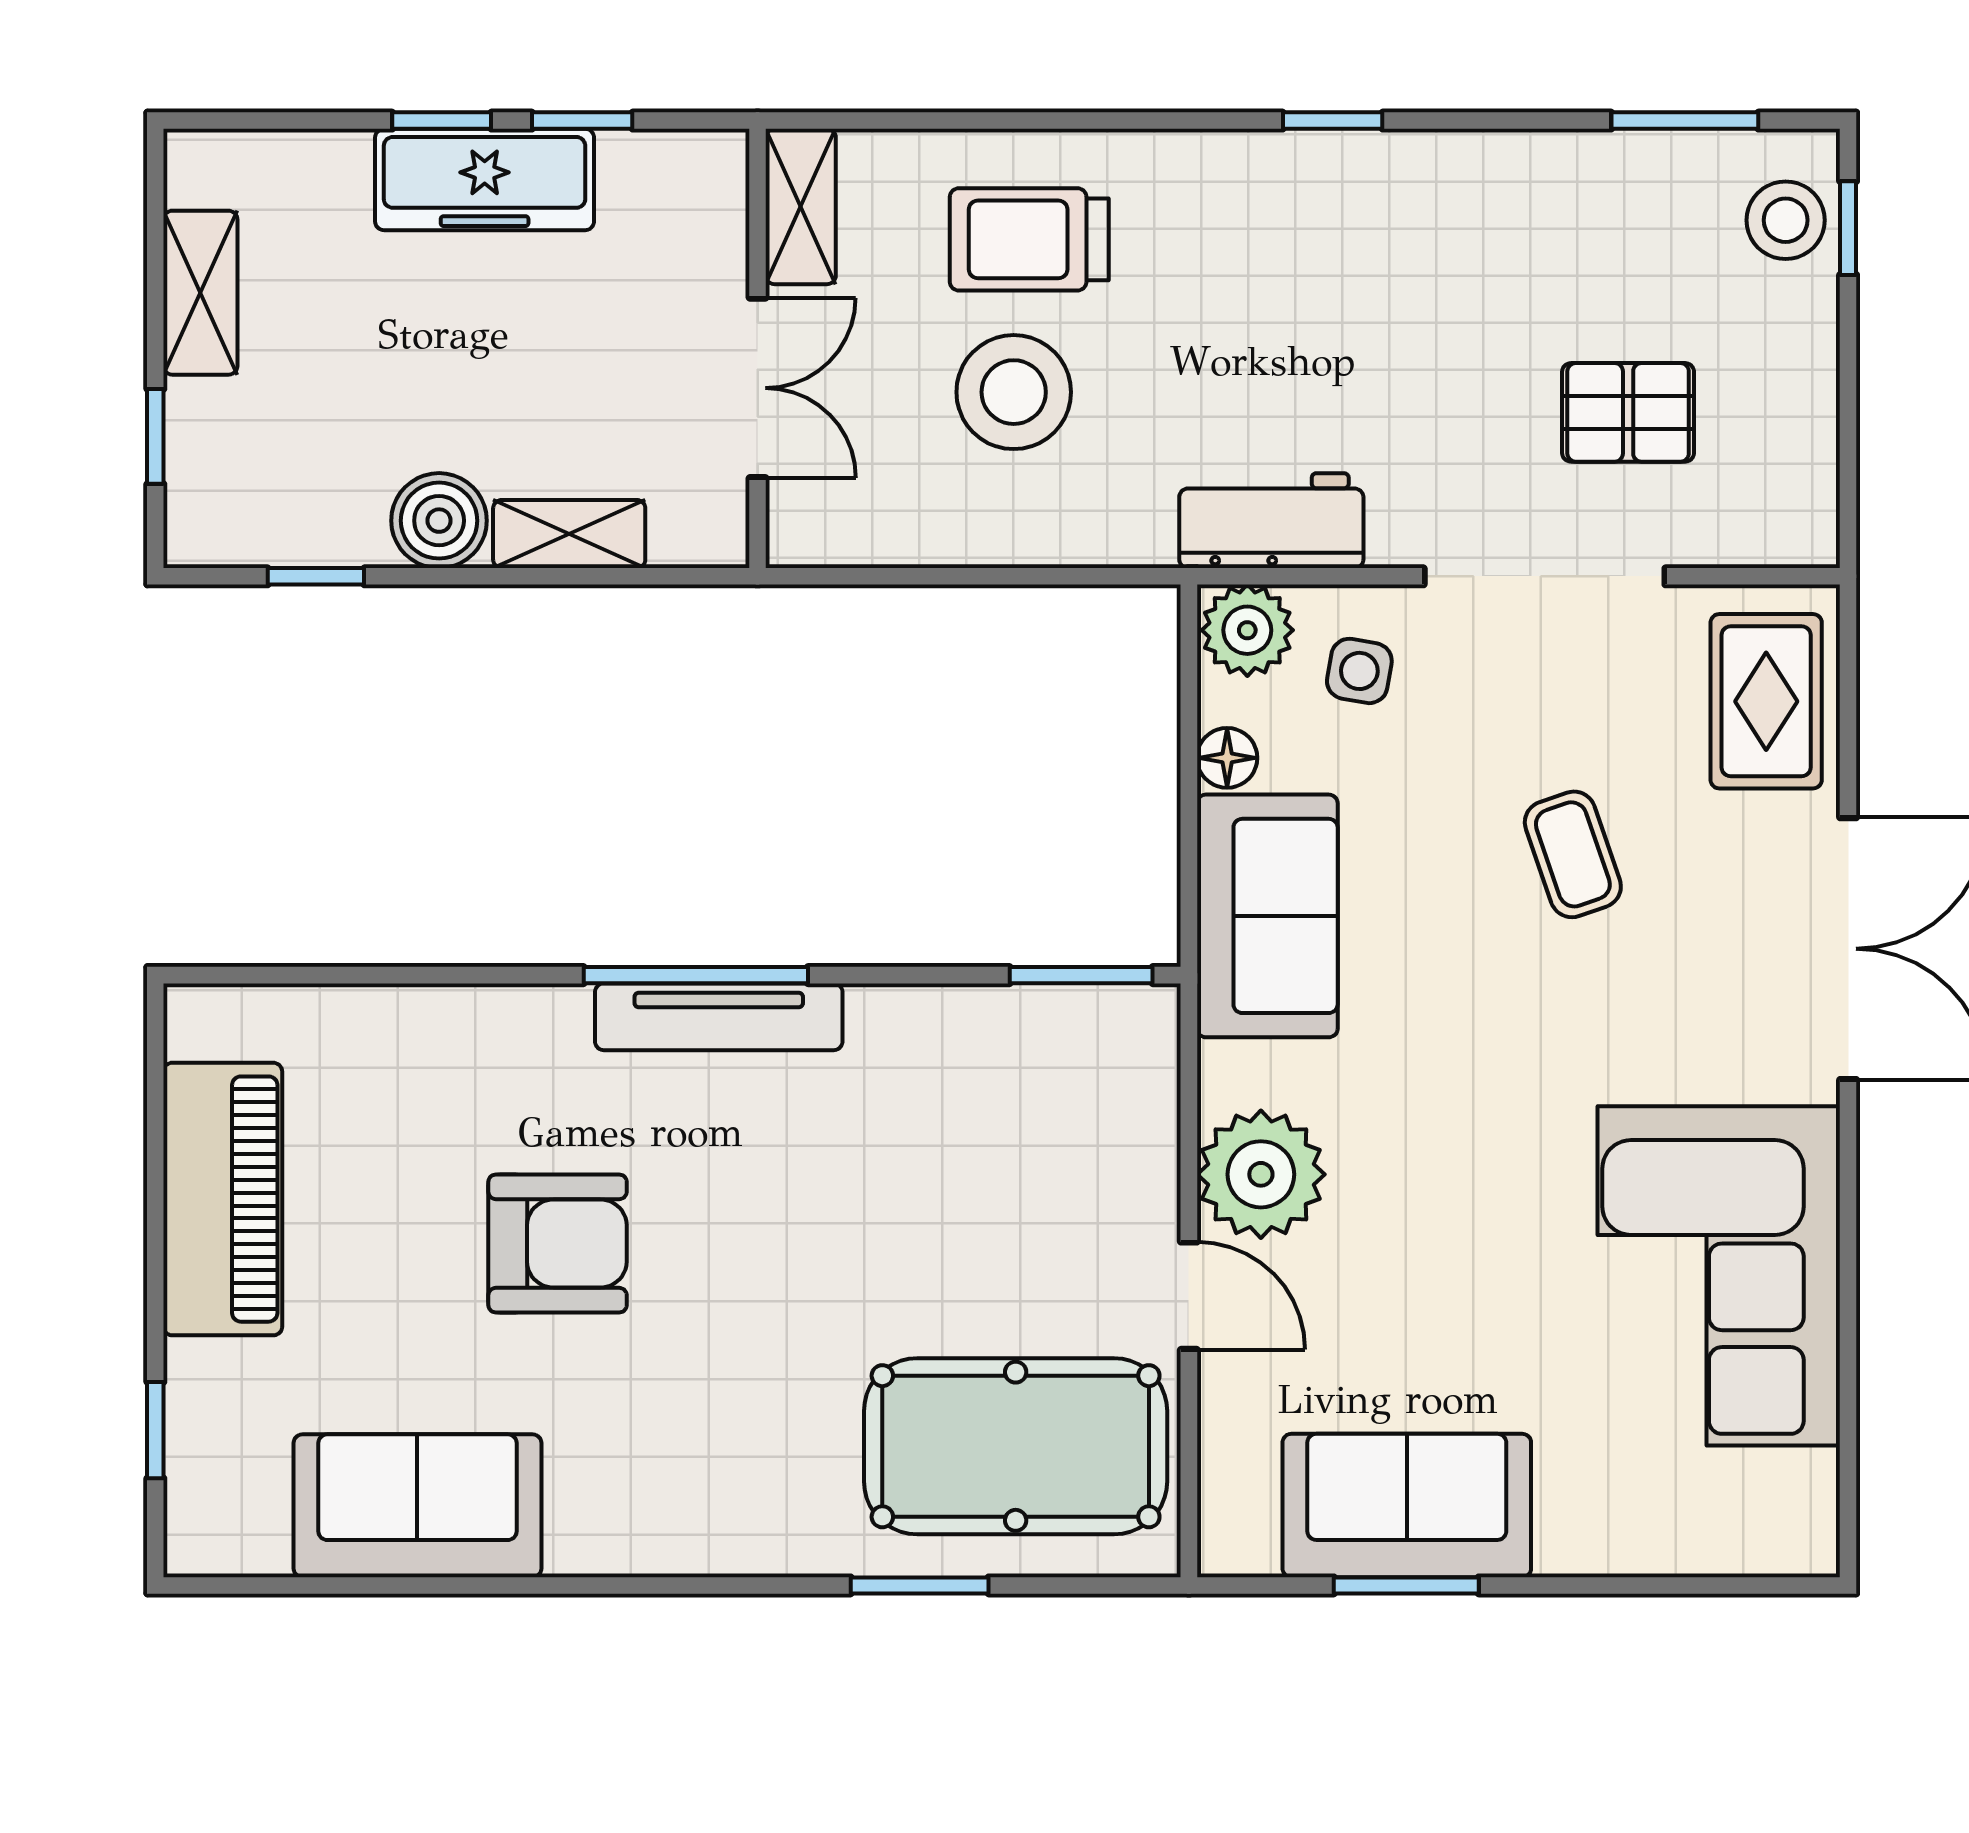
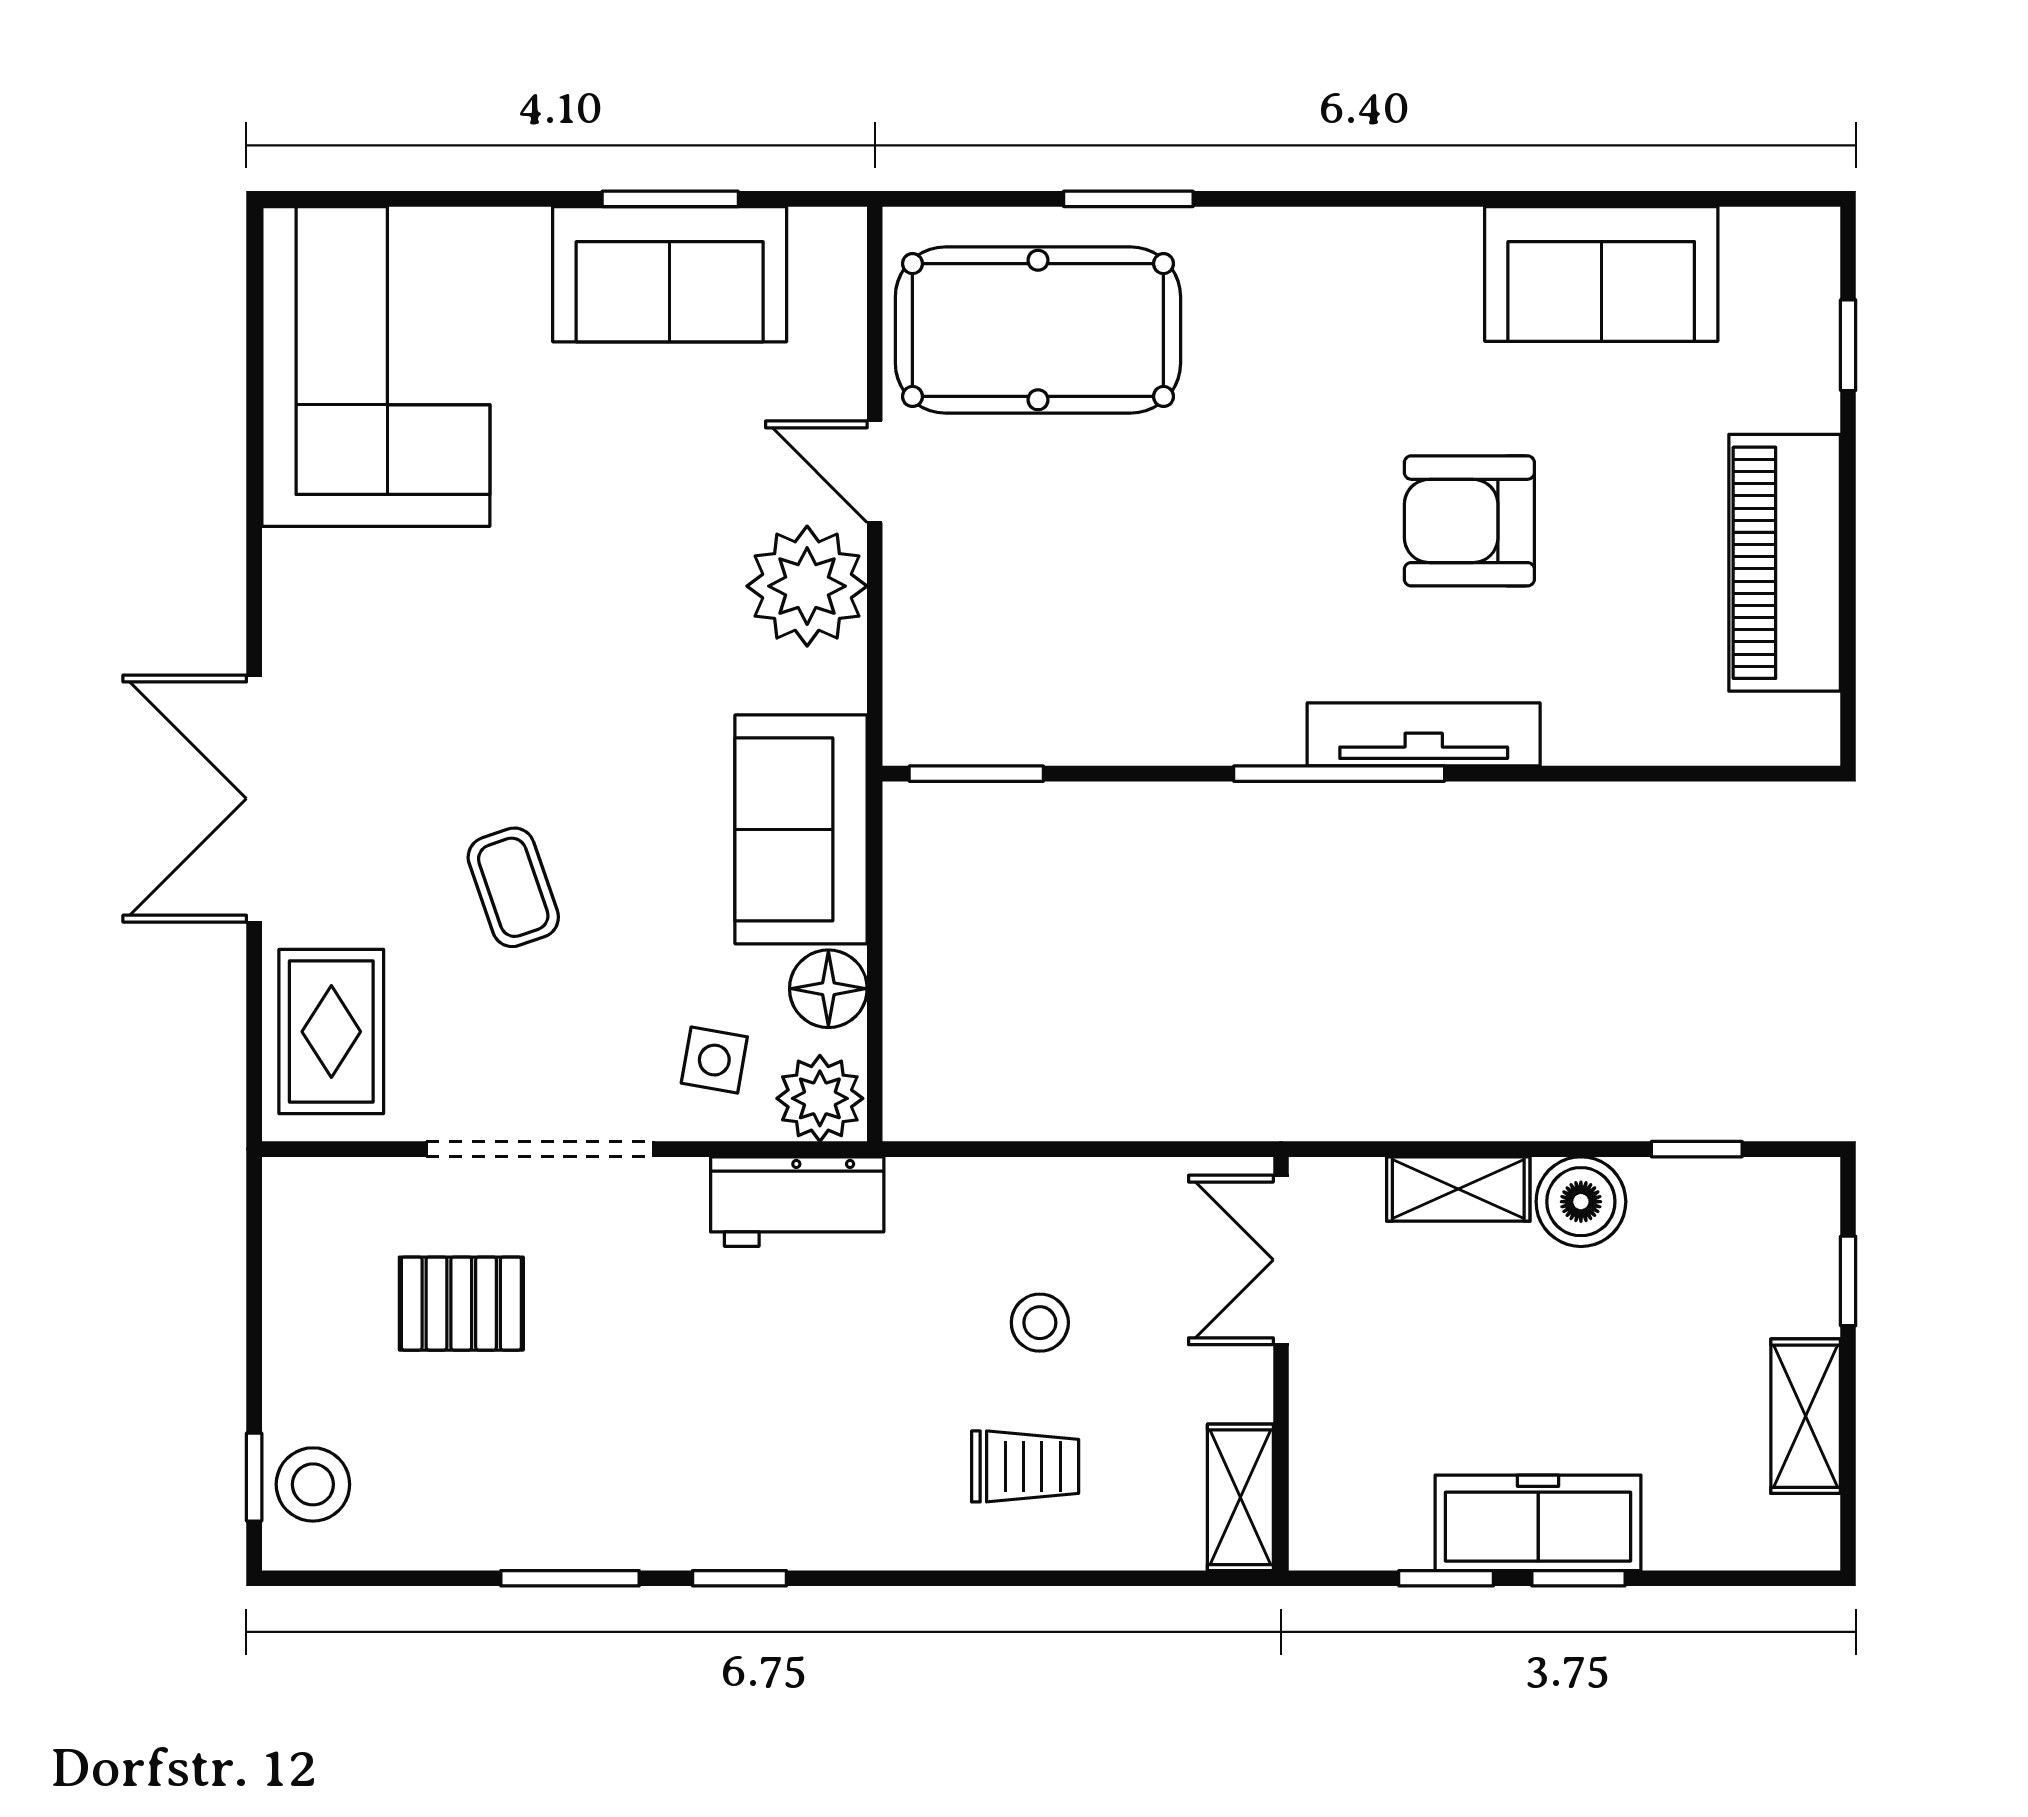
window: (1685, 121) -> (570, 1578), moved
trolley: (1029, 239) -> (1025, 1466), width x0.73, depth x0.72
double door: (758, 388) -> (1281, 1260), moved
stool: (1014, 392) -> (1040, 1323), width x0.53, depth x0.53
floor lamp: (1227, 758) -> (828, 989), width x1.37, depth x1.37
tv unit: (719, 1017) -> (1424, 734), moved
corner sofa: (1719, 1276) -> (376, 366), moved

